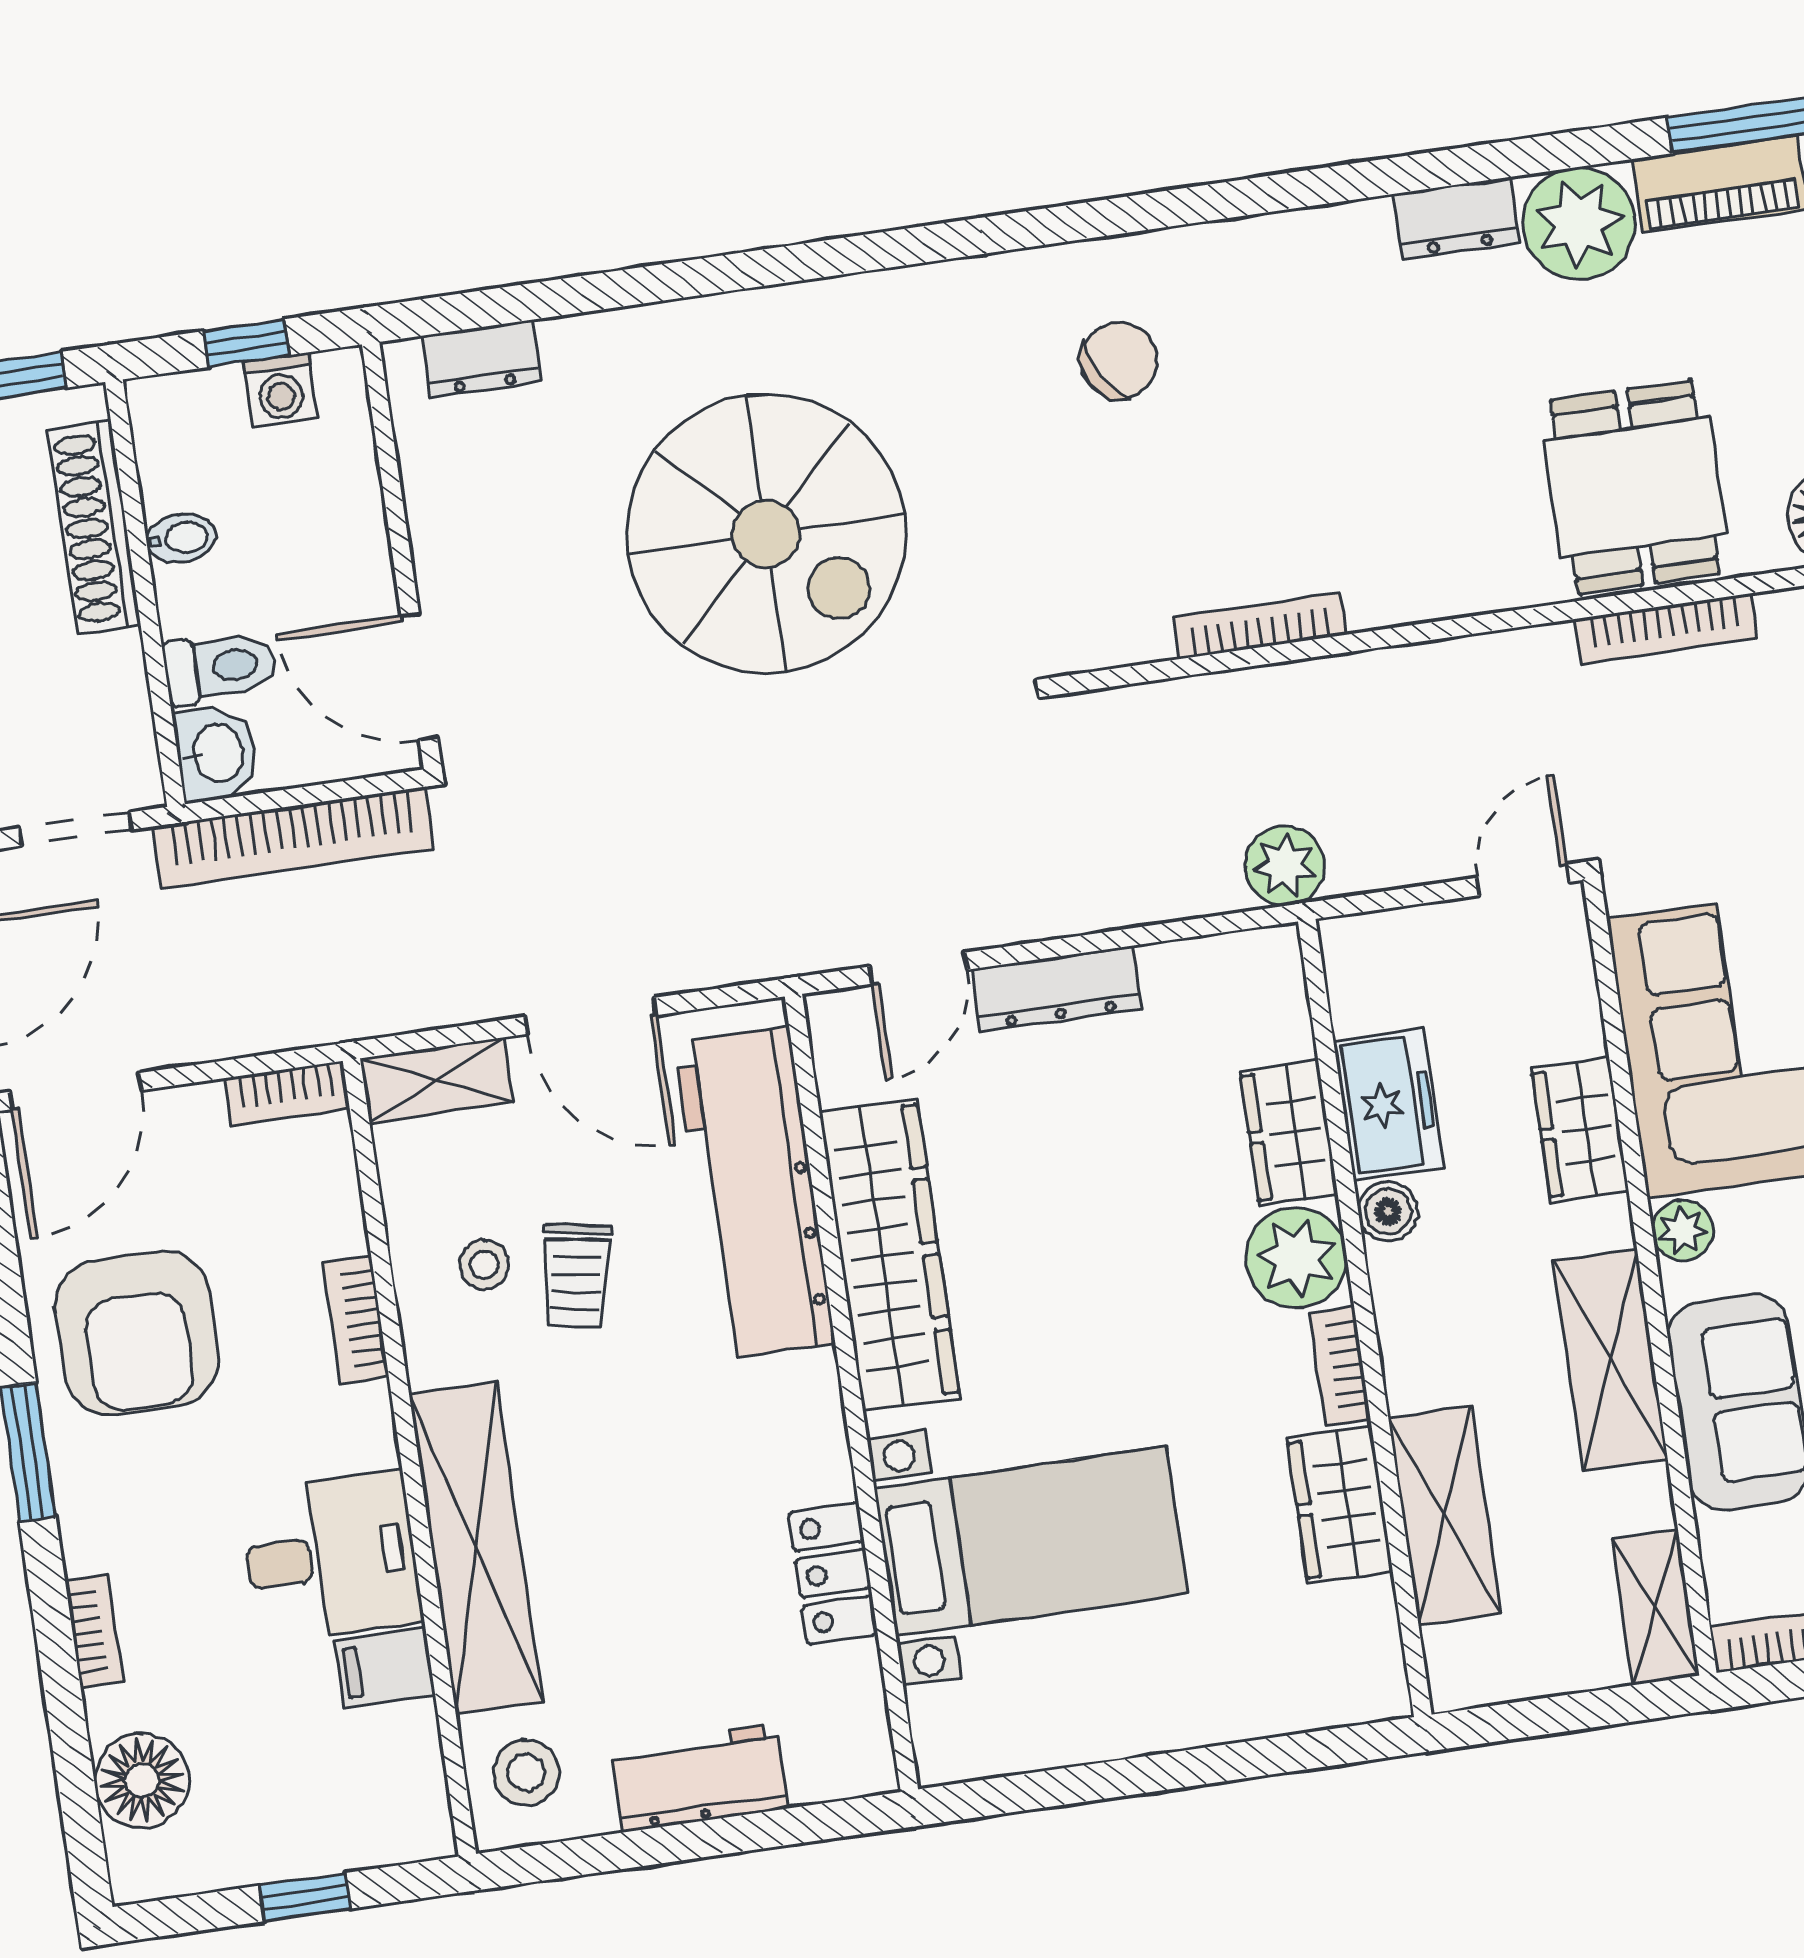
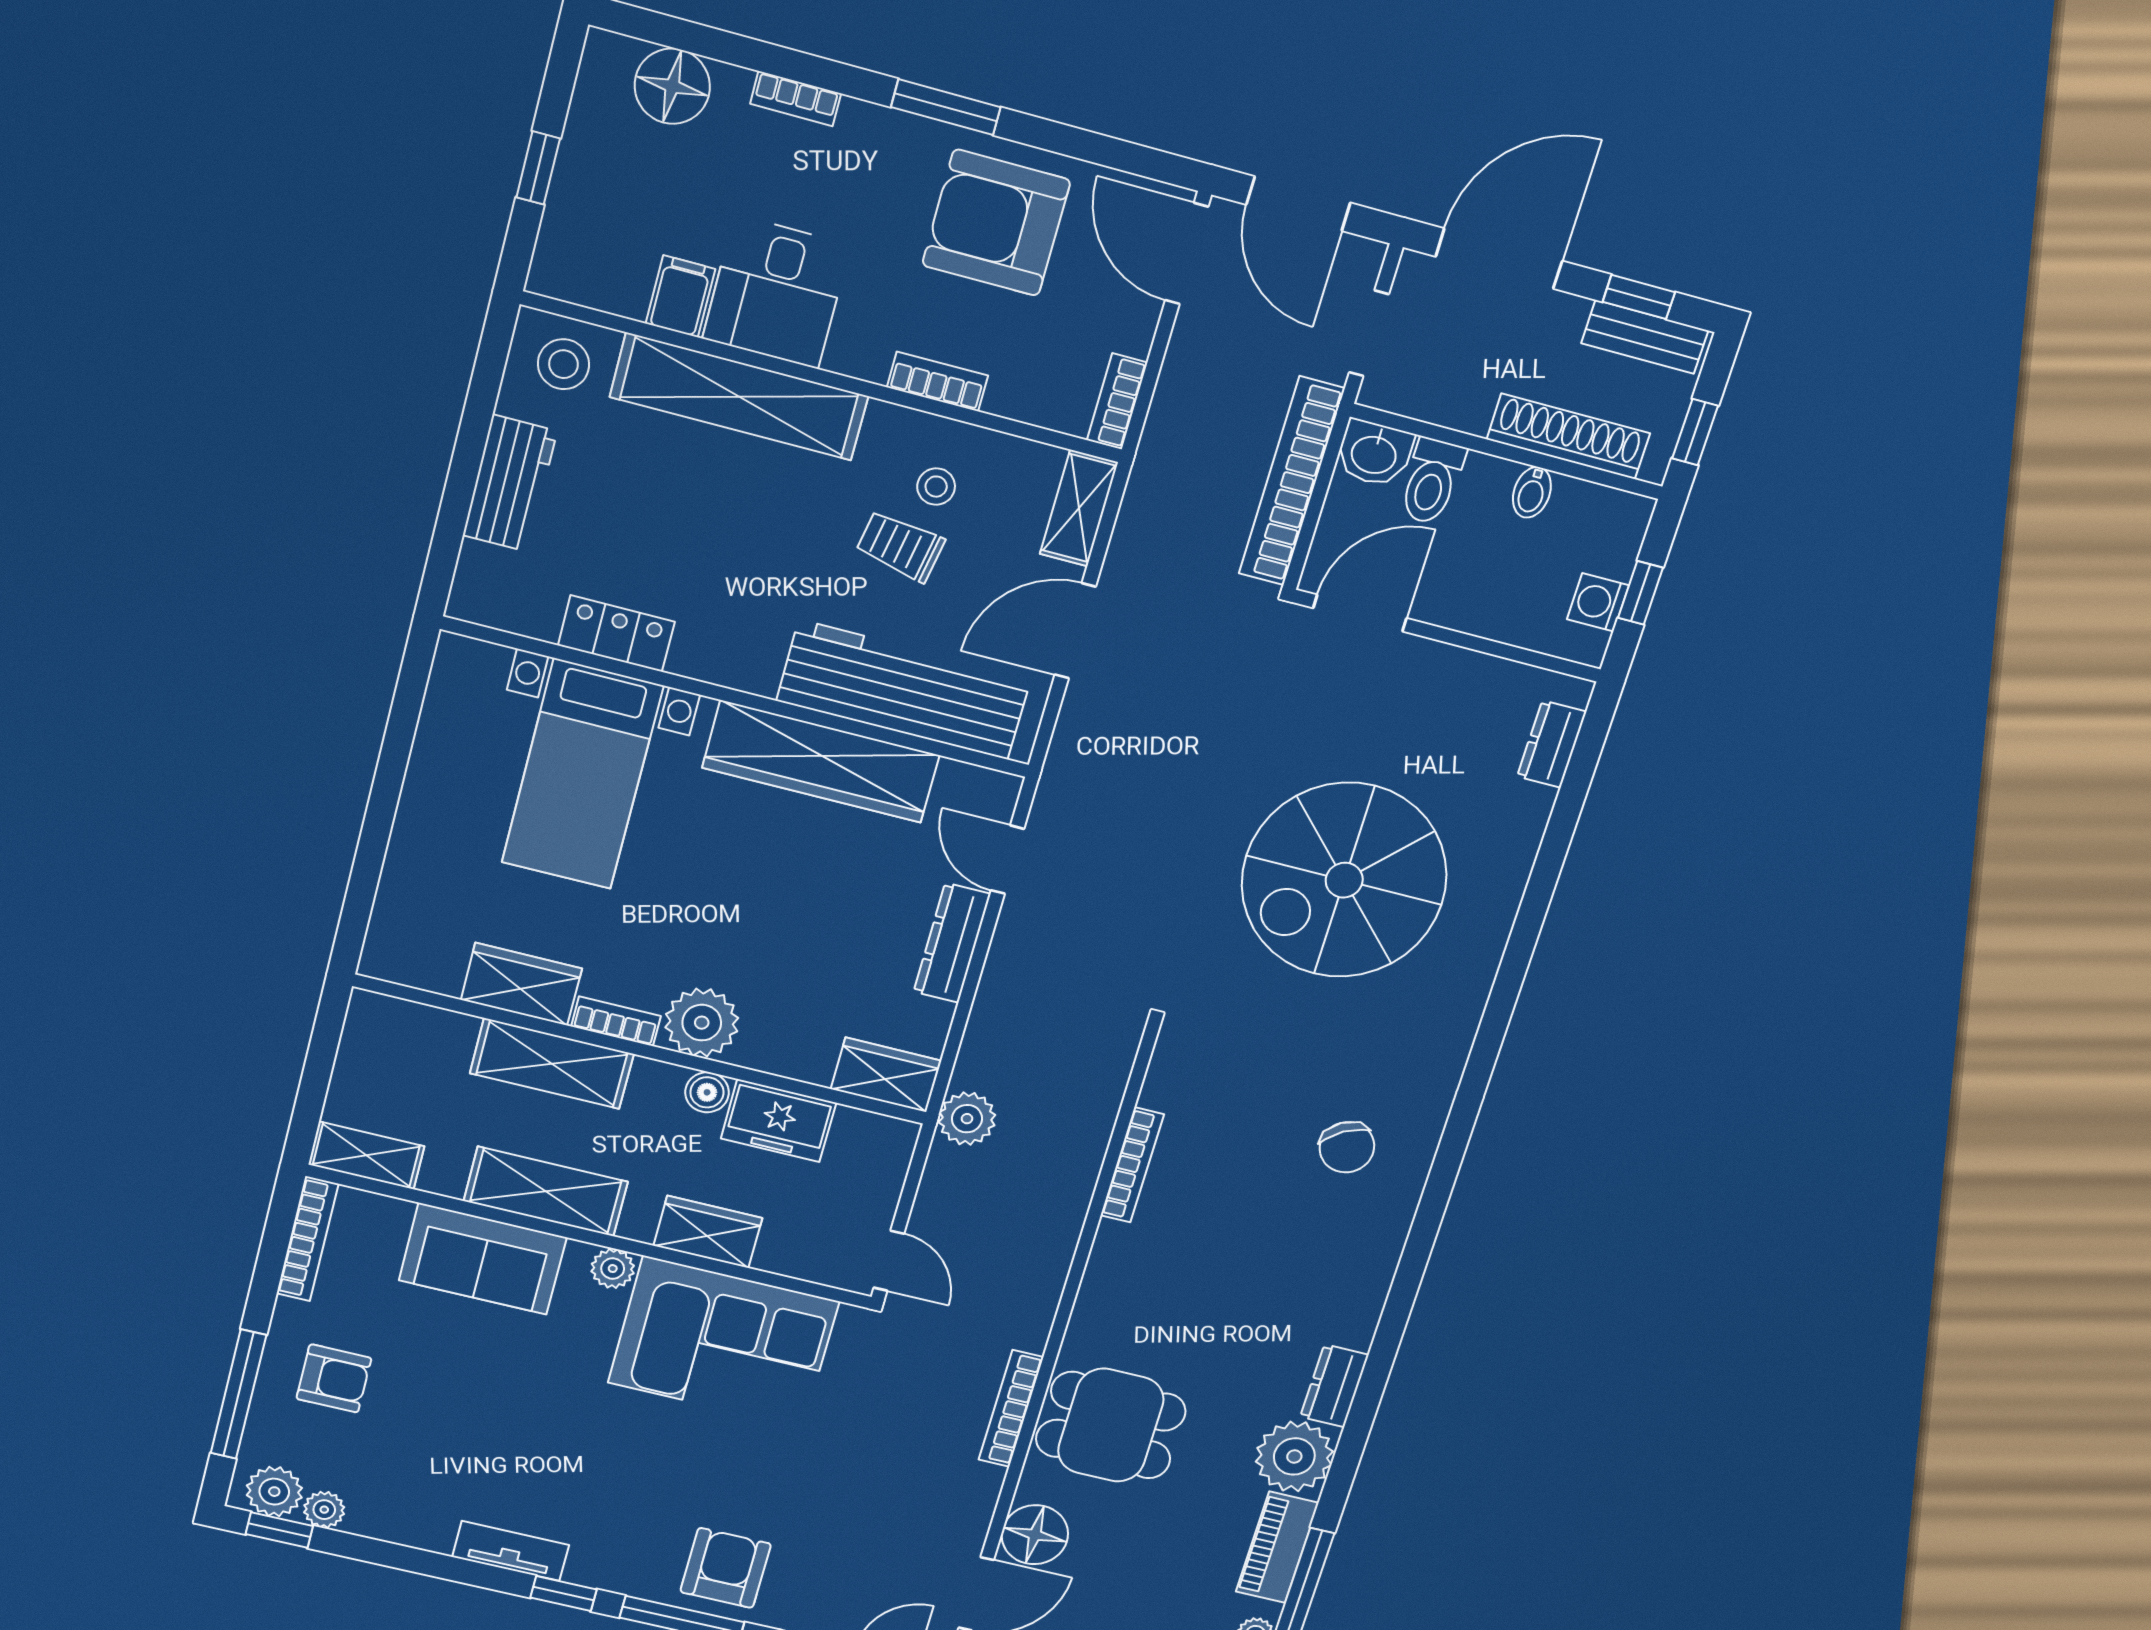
wardrobe: (1289, 1133) -> (886, 1075), moved
shelving: (1445, 1516) -> (552, 1064), moved

